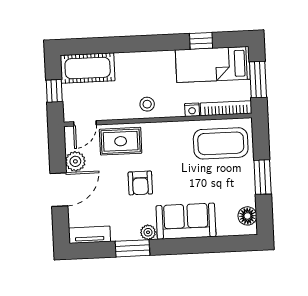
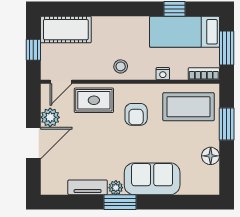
bookcase: (226, 108) -> (204, 74), width x0.64
window: (263, 177) -> (227, 124), moved
armchair: (140, 183) -> (136, 114), moved
floor lamp: (247, 216) -> (211, 156), moved
tv unit: (89, 235) -> (88, 187), moved
window: (133, 248) -> (120, 202), moved

